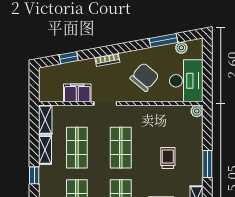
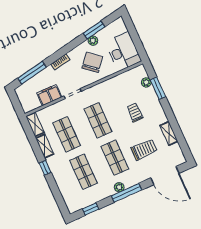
plant: (181, 48) -> (93, 41), moved
window: (69, 58) -> (32, 73), width x2.17
plant: (197, 111) -> (146, 82), moved
window: (207, 164) -> (158, 88), moved

